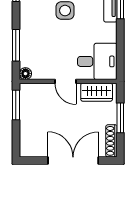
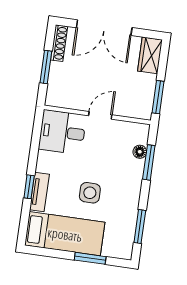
floor lamp: (25, 74) -> (140, 152), moved
door: (66, 81) -> (100, 115), hinge flipped
wardrobe: (97, 92) -> (150, 55), moved, turned -90

